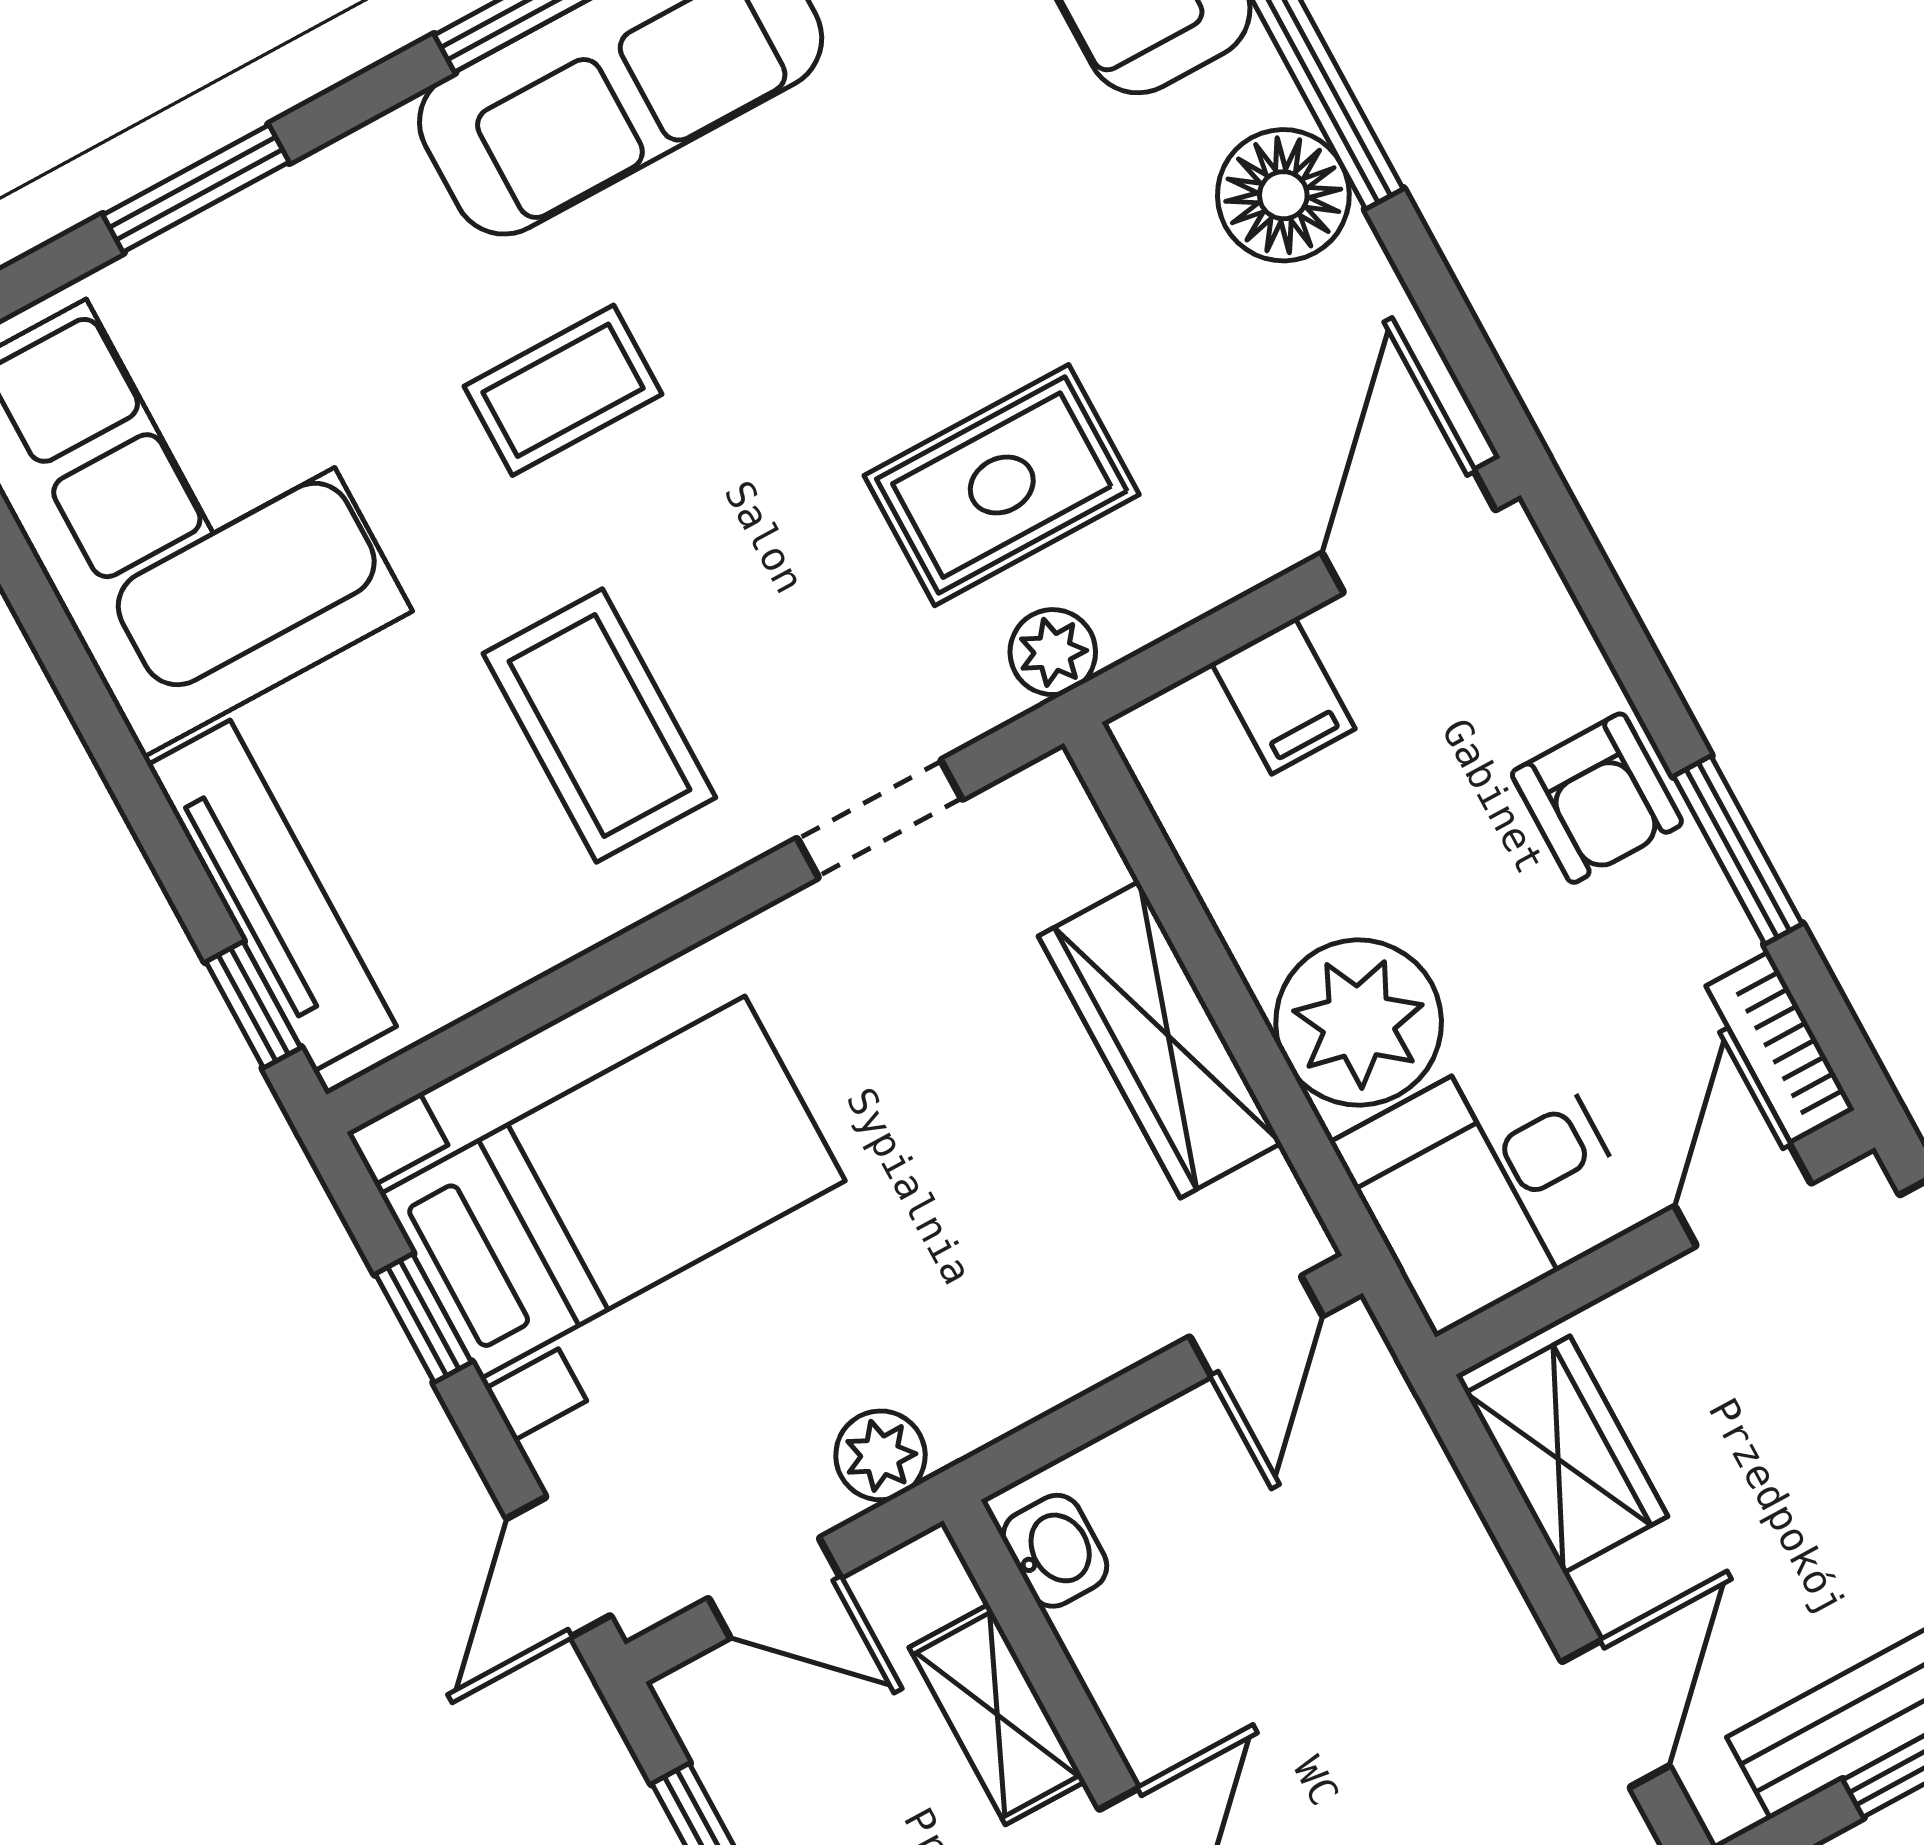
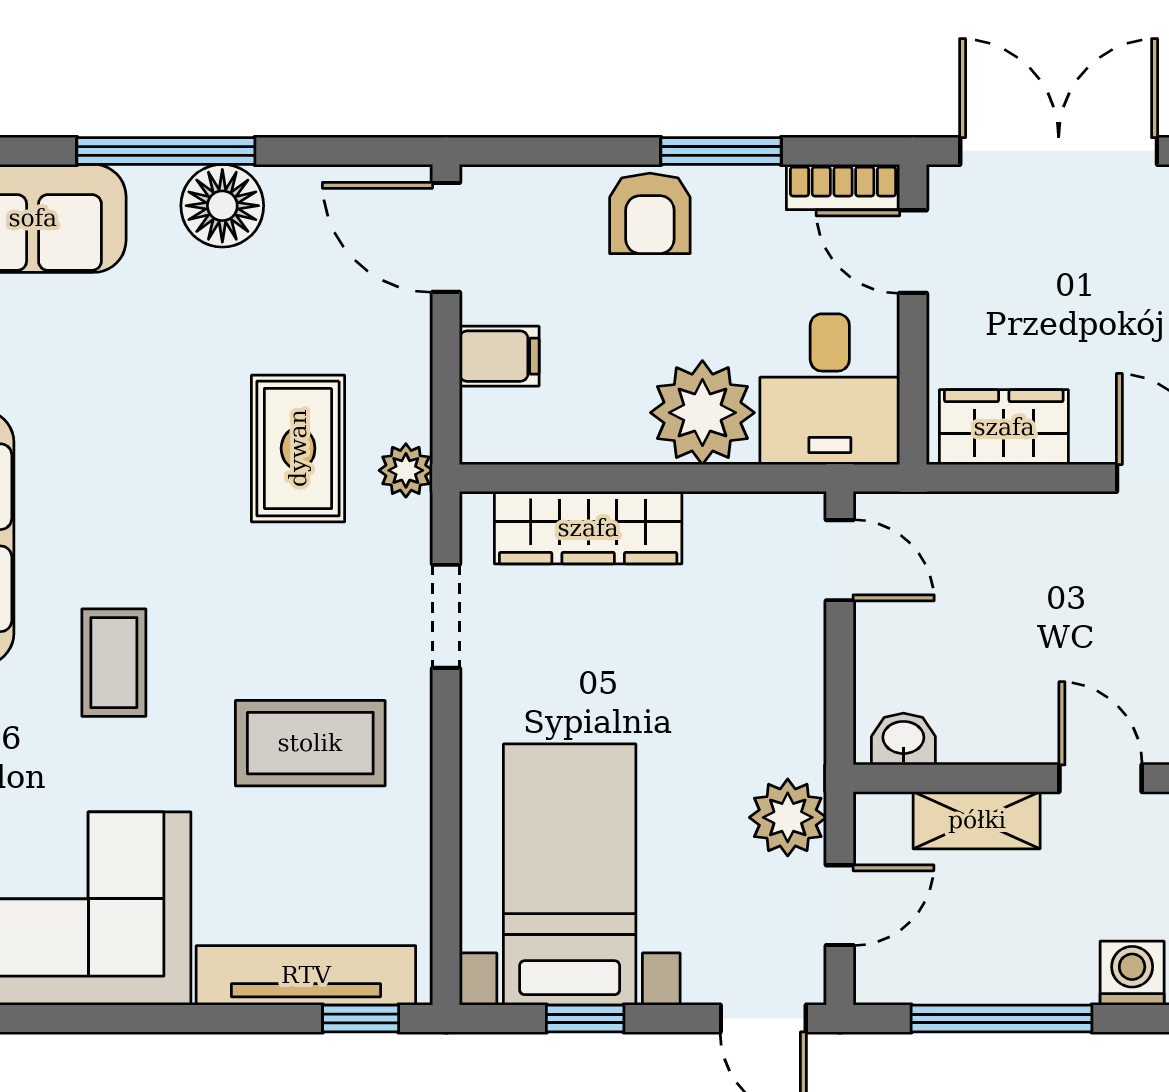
armchair: (1597, 798) -> (650, 213), turned 90
wardrobe: (1160, 1040) -> (588, 528), moved
plant: (880, 1455) -> (788, 817), width x1.38, depth x1.38

